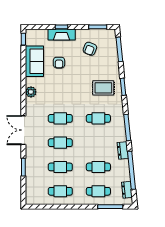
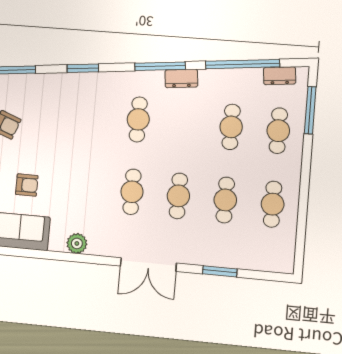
rug: (103, 88) -> (82, 106), removed
dresser: (123, 150) -> (181, 78), moved

